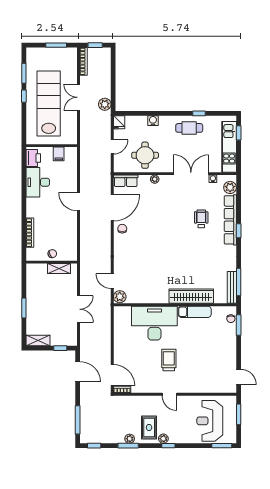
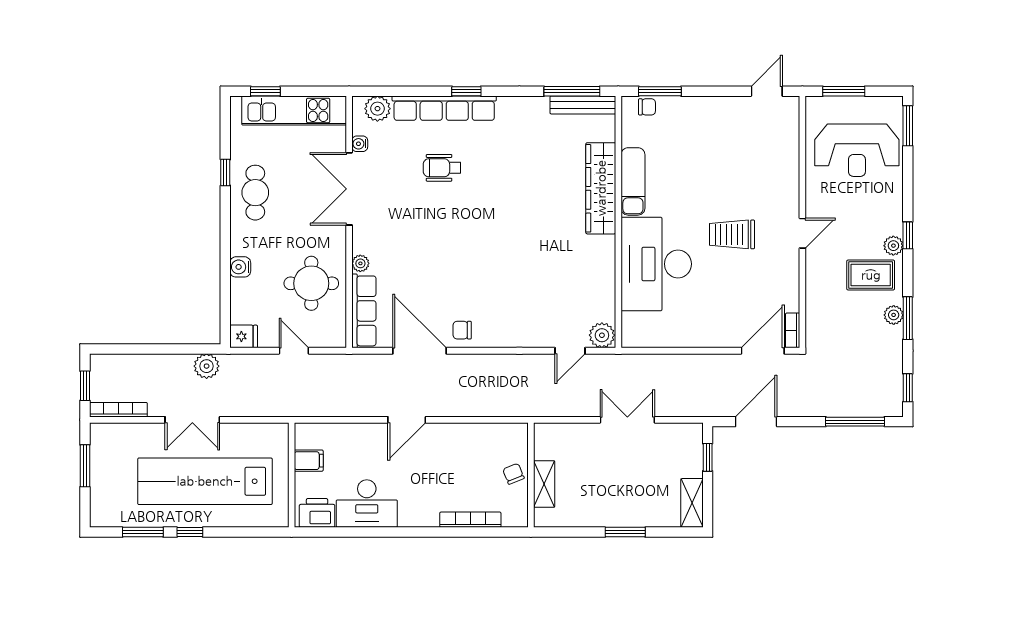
row of seats: (126, 181) -> (364, 311), width x1.48
shelving: (59, 269) -> (544, 484), moved

